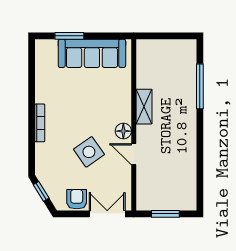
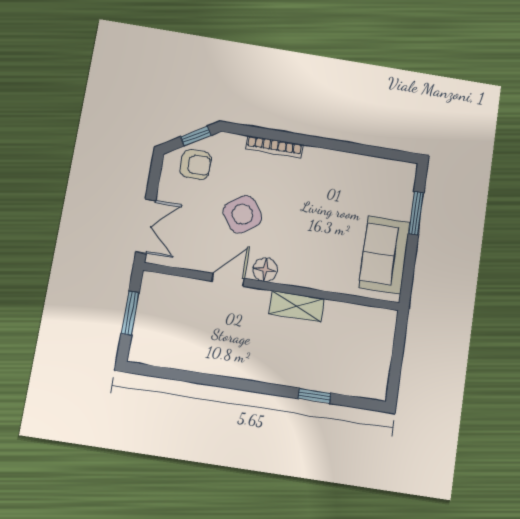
sofa: (92, 53) -> (384, 255), width x0.73
window: (200, 86) -> (314, 396), width x0.46
bookcase: (40, 123) -> (274, 147), moved
armchair: (77, 199) -> (196, 165), moved

